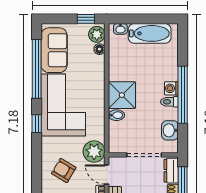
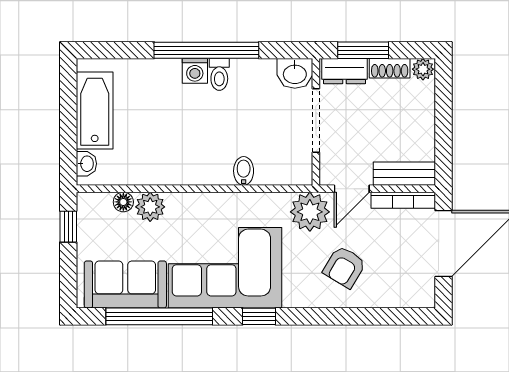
plant: (97, 34) -> (150, 207), moved
shower: (122, 95) -> (207, 161), removed
washbasin: (170, 130) -> (295, 73), moved

